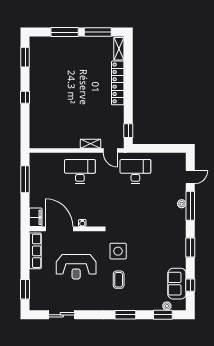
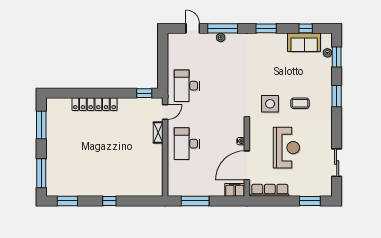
window: (65, 32) -> (41, 173), moved
shelving: (119, 49) -> (59, 103), removed

